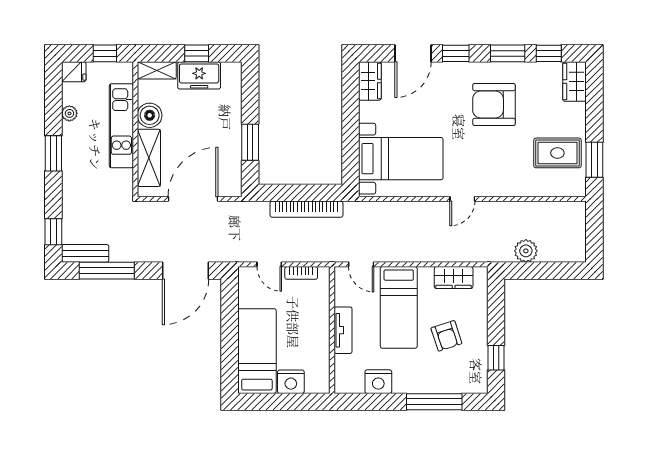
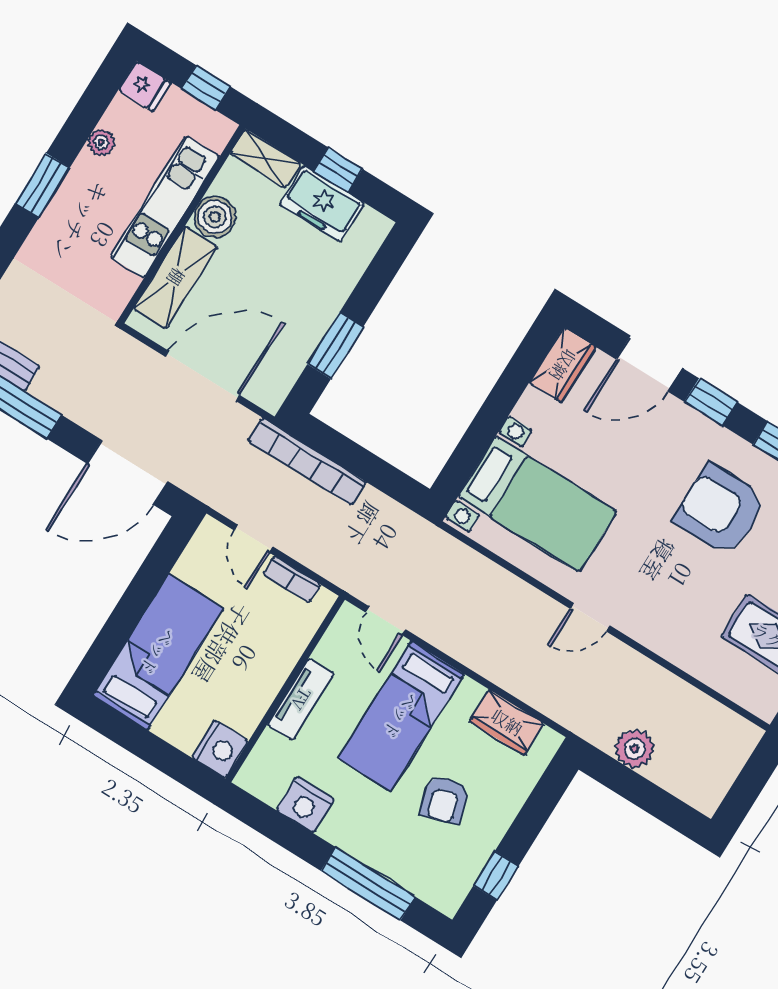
bookcase: (307, 209) -> (307, 461), moved
nightstand: (291, 382) -> (220, 749), moved, turned -90

